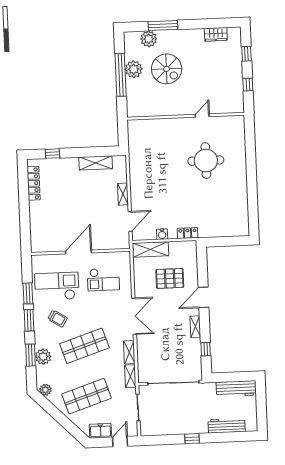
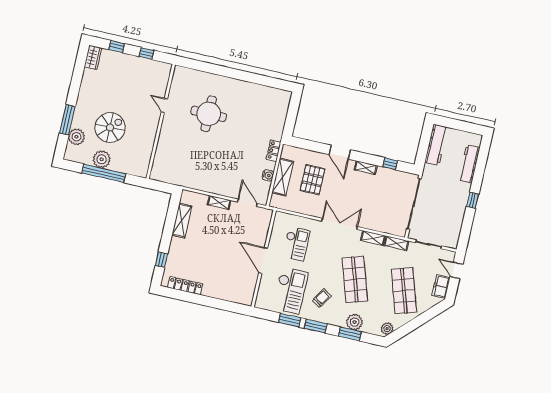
wardrobe: (216, 34) -> (93, 57), moved
shelving: (150, 249) -> (283, 177), moved
checkout: (57, 286) -> (290, 290), turned 180

